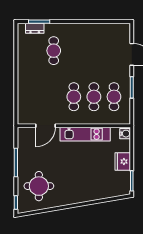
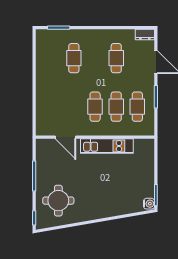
dresser: (35, 28) -> (145, 35), moved
cafe table: (94, 51) -> (116, 58), added
door: (46, 126) -> (65, 137), hinge flipped
water cooler: (125, 134) -> (149, 204), moved
fridge: (123, 161) -> (146, 175), removed

